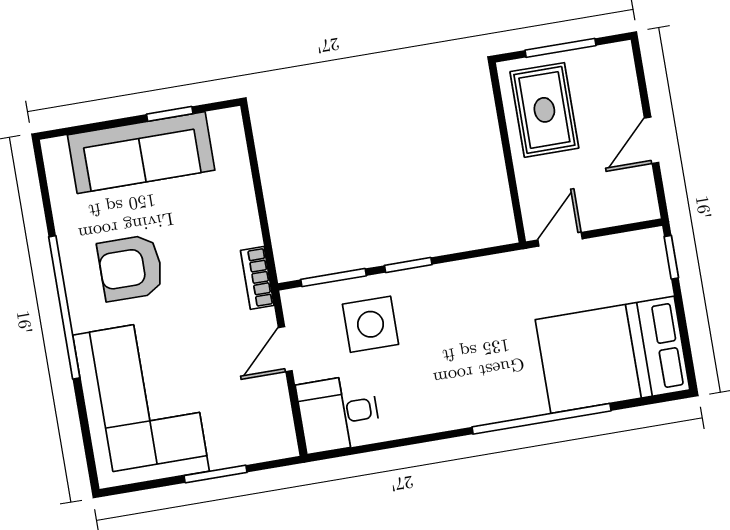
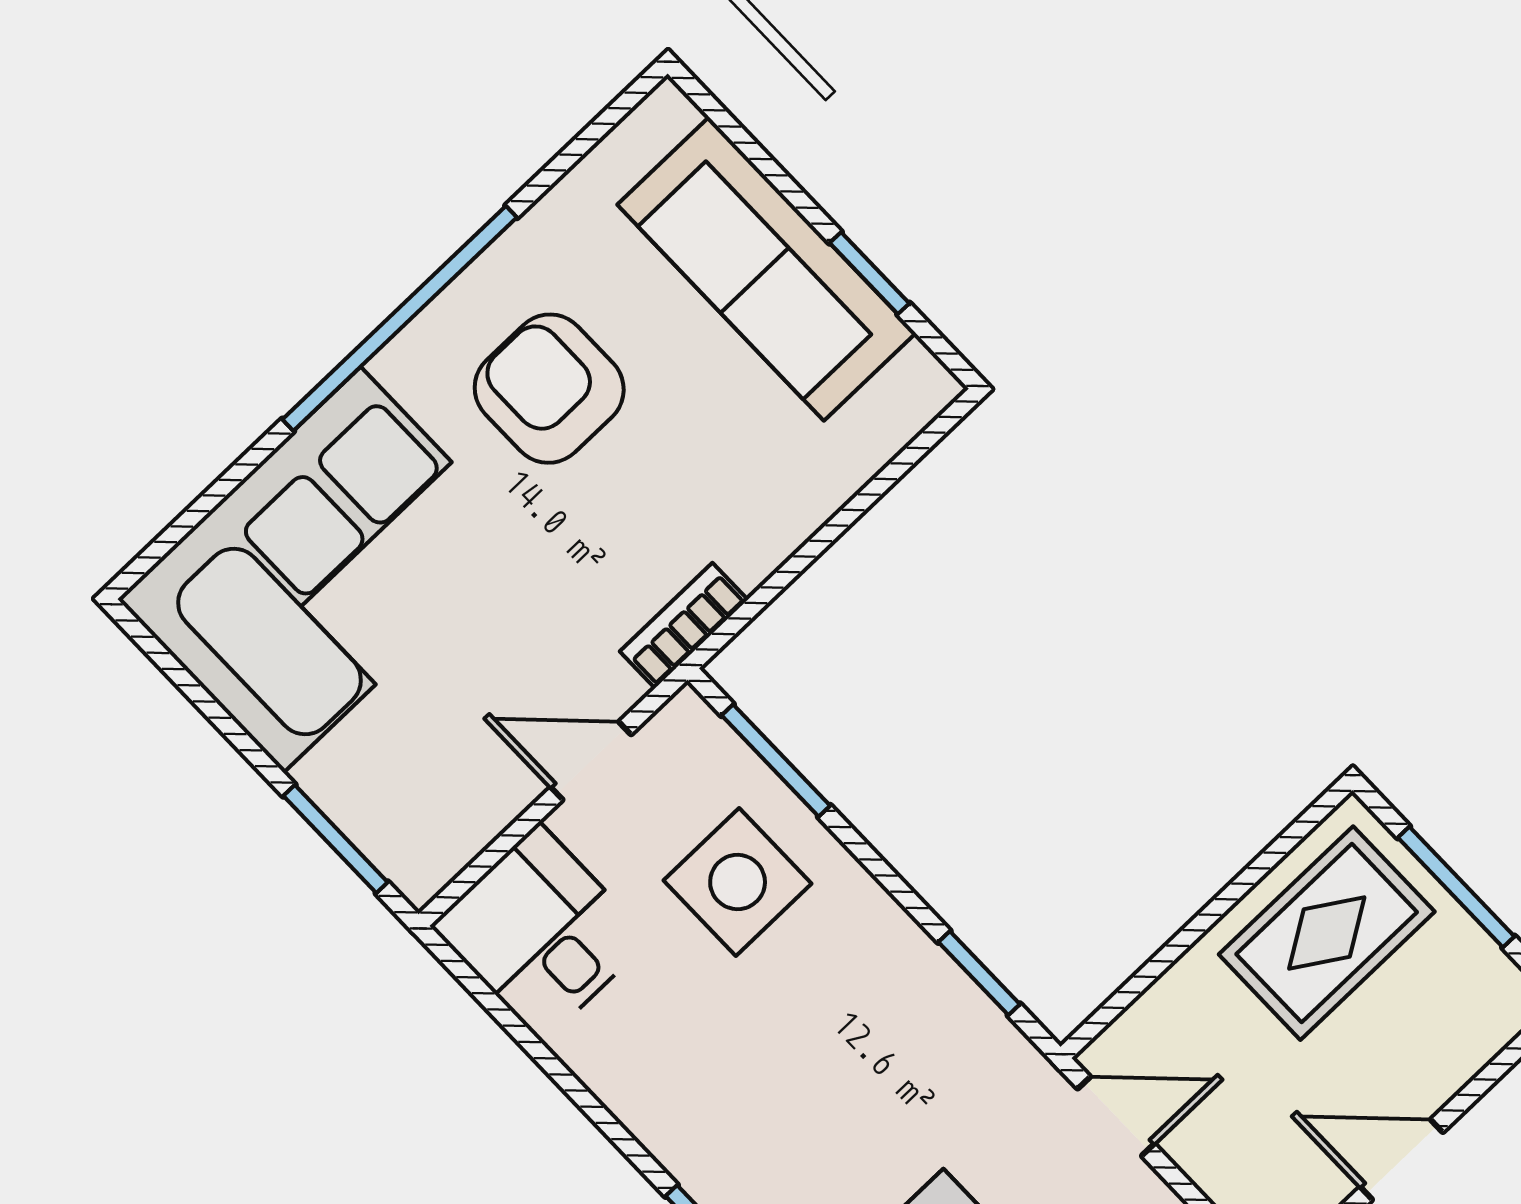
window: (408, 265) -> (979, 973), moved
window: (216, 474) -> (336, 839), moved

